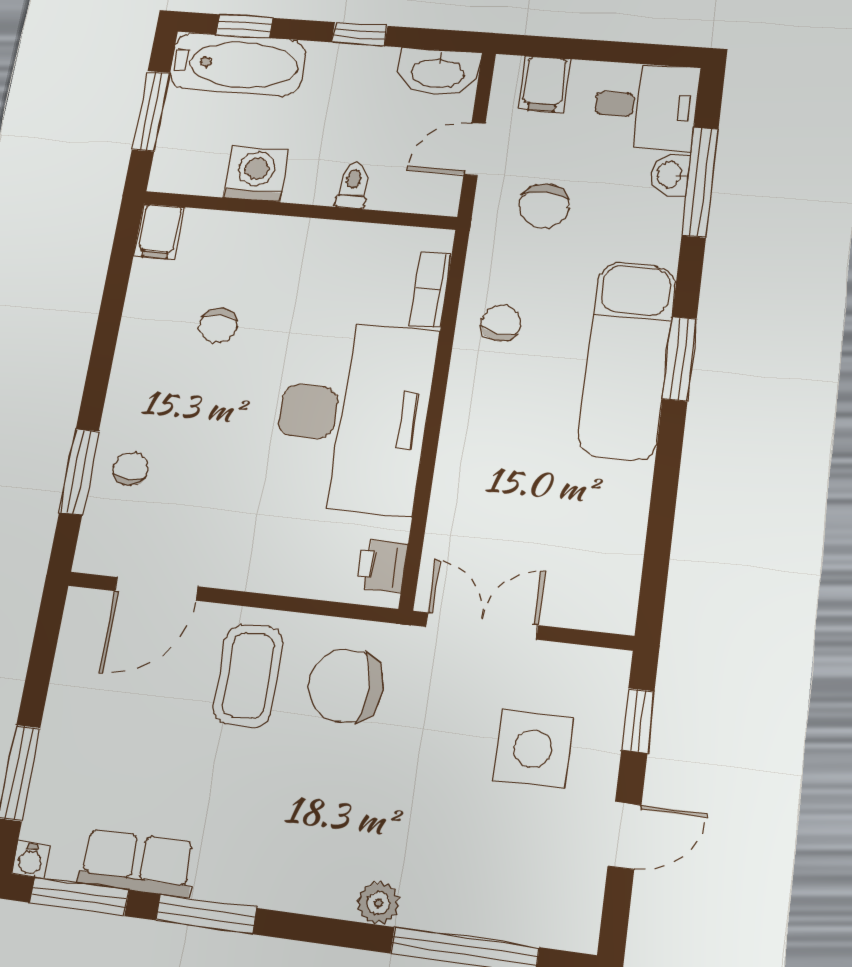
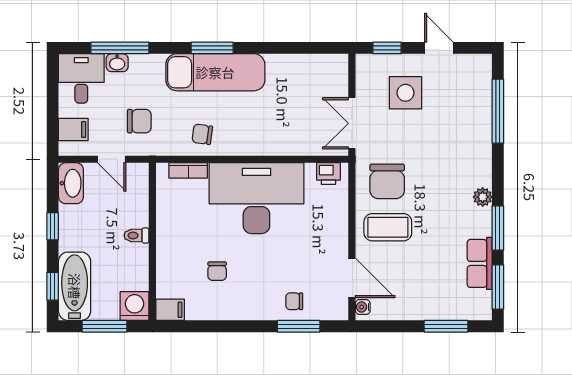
washing machine: (256, 174) -> (135, 306), moved, turned 90
toilet: (353, 185) -> (136, 235), moved
chair: (219, 326) -> (217, 271), turned 90
water cooler: (30, 860) -> (363, 307), moved, turned 180
plant: (378, 903) -> (483, 197), moved

